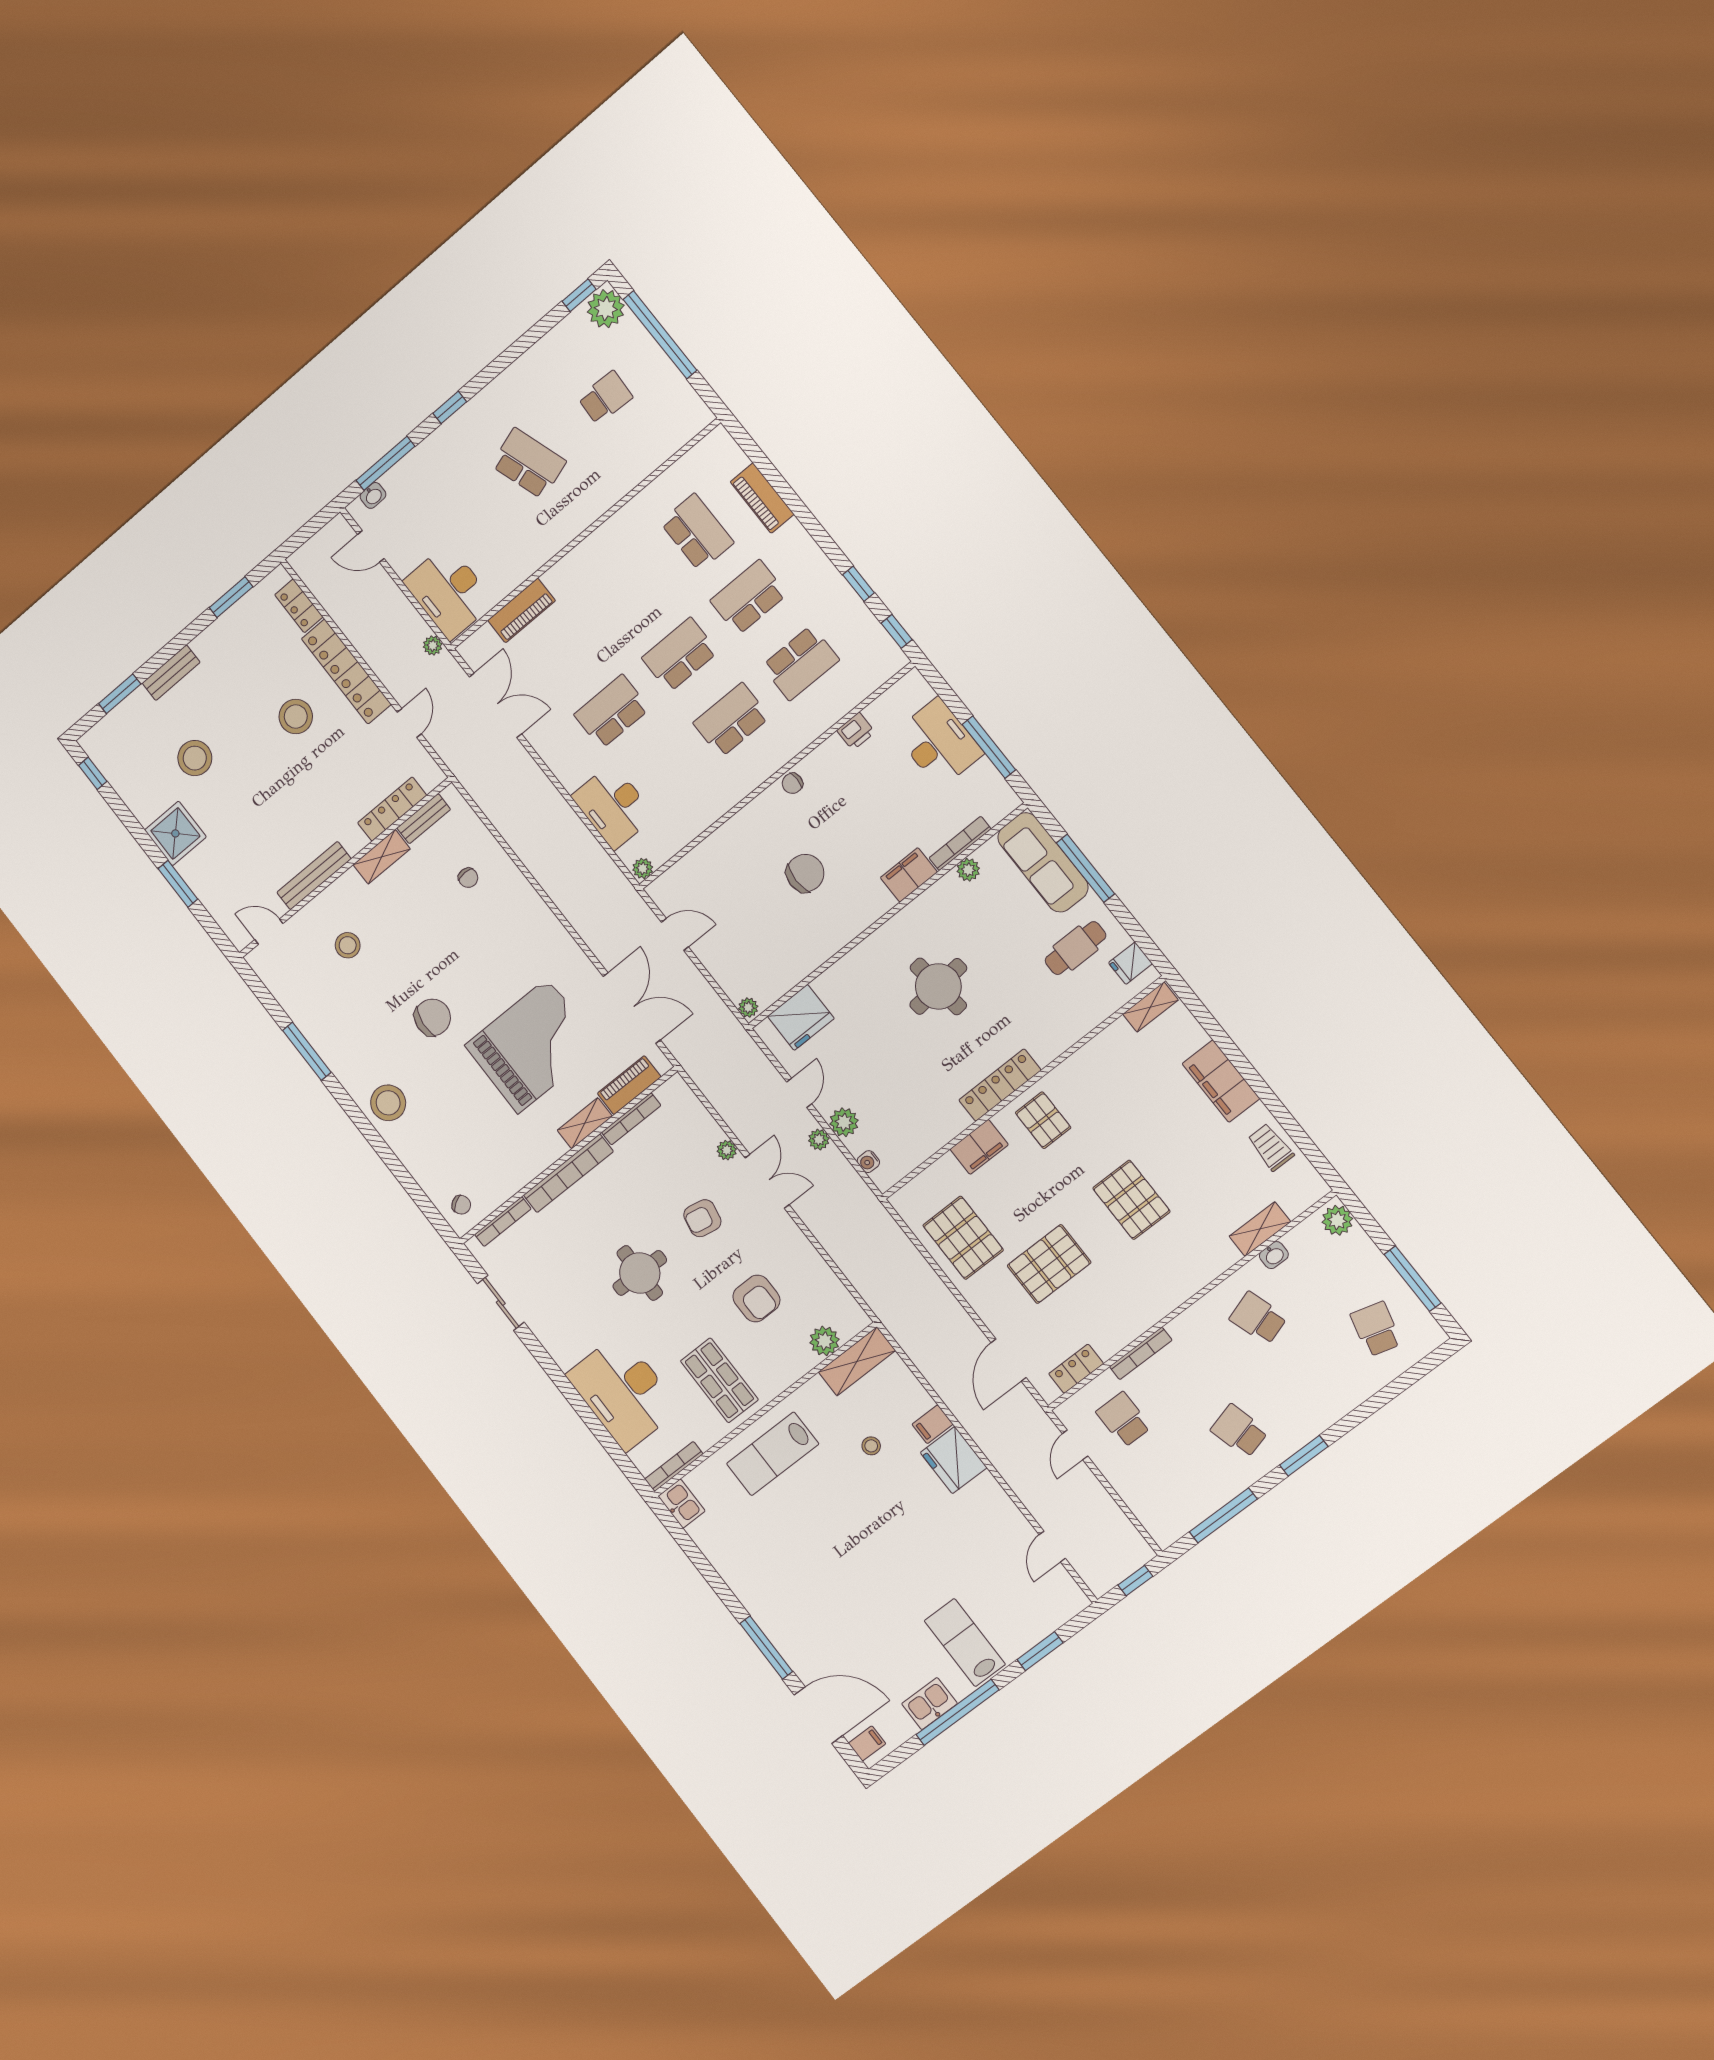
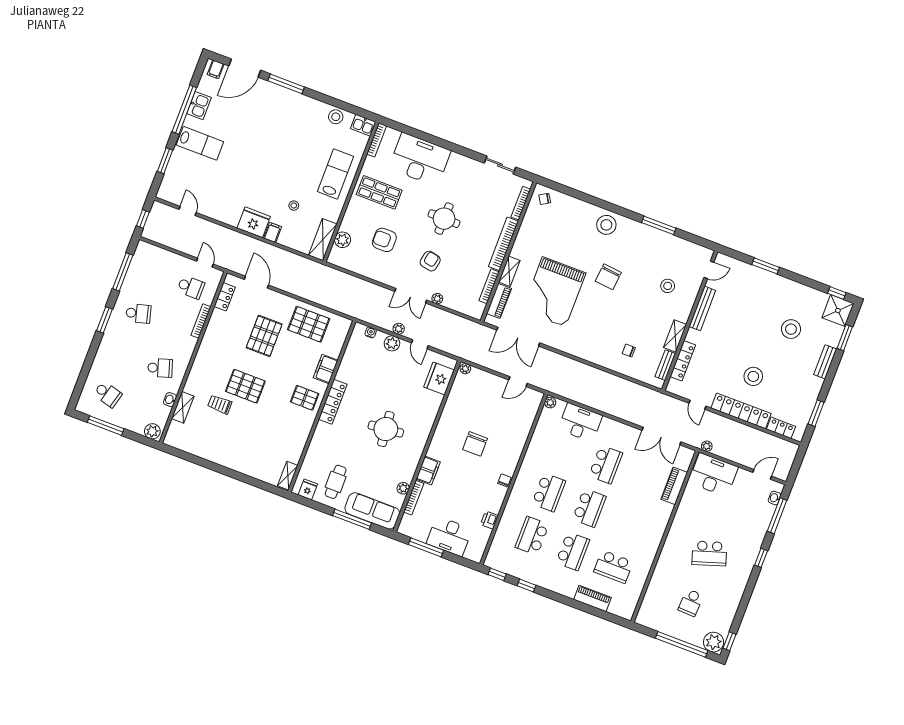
shower: (175, 833) -> (838, 311), moved
filing cabinet: (1221, 1081) -> (238, 462), removed
trolley: (1271, 1147) -> (220, 404), moved, turned 180
stool: (718, 1545) -> (336, 117), added

